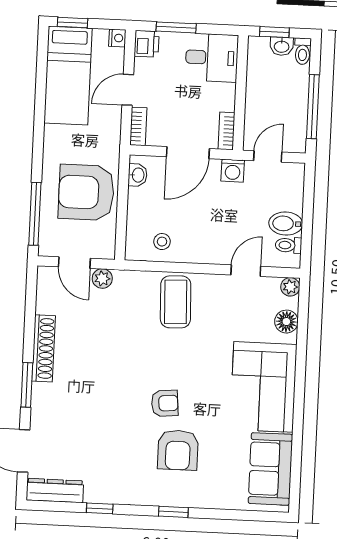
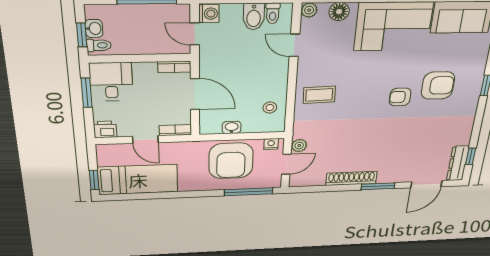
window: (176, 27) -> (87, 93), moved
nightstand: (117, 38) -> (271, 144), moved
toilet: (303, 51) -> (99, 45), moved
washing machine: (233, 171) -> (209, 14), moved
washbasin: (138, 175) -> (232, 127), moved
coffee table: (176, 302) -> (319, 95), width x0.73, depth x0.77
armchair: (165, 403) -> (400, 97), turned -85
window: (100, 508) -> (471, 156), moved

